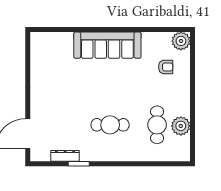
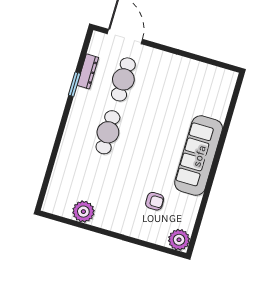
armchair: (166, 67) -> (155, 201), moved, turned -90
cafe table: (157, 125) -> (123, 79), moved, turned 90

